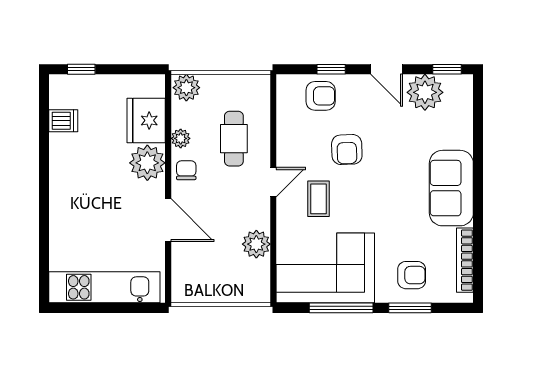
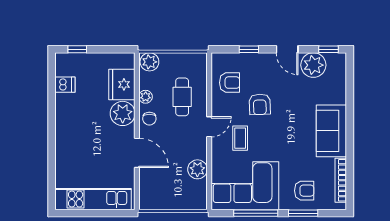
armchair: (321, 96) -> (230, 83), moved
chair: (186, 170) -> (149, 119), turned 180

